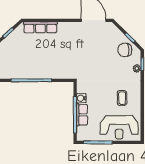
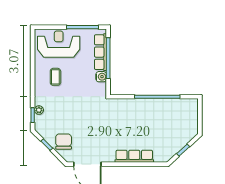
row of seats: (40, 27) -> (134, 156), moved
chair: (125, 50) -> (64, 142), moved, turned -90
row of seats: (82, 115) -> (100, 52), width x1.48

